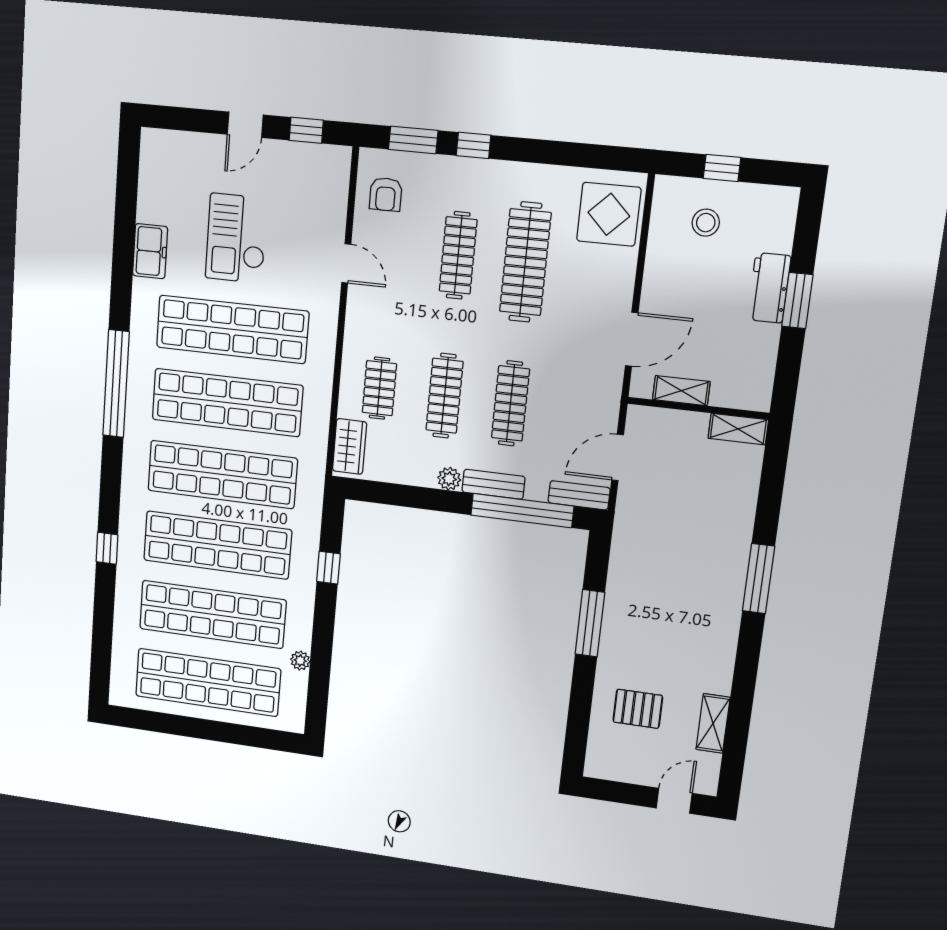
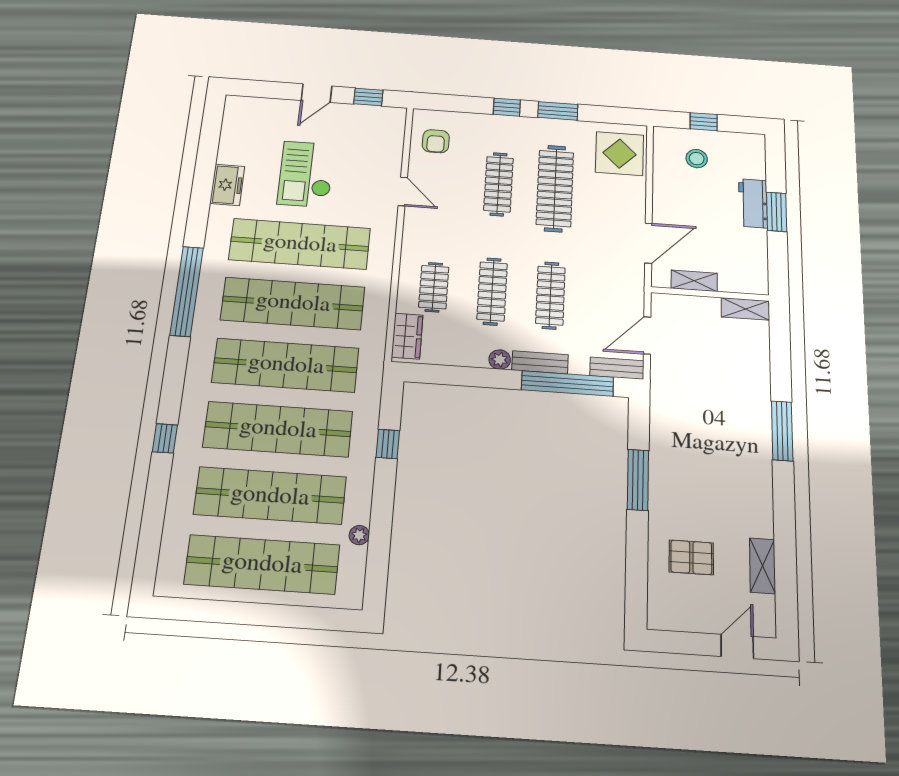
window: (413, 140) -> (558, 111), moved

